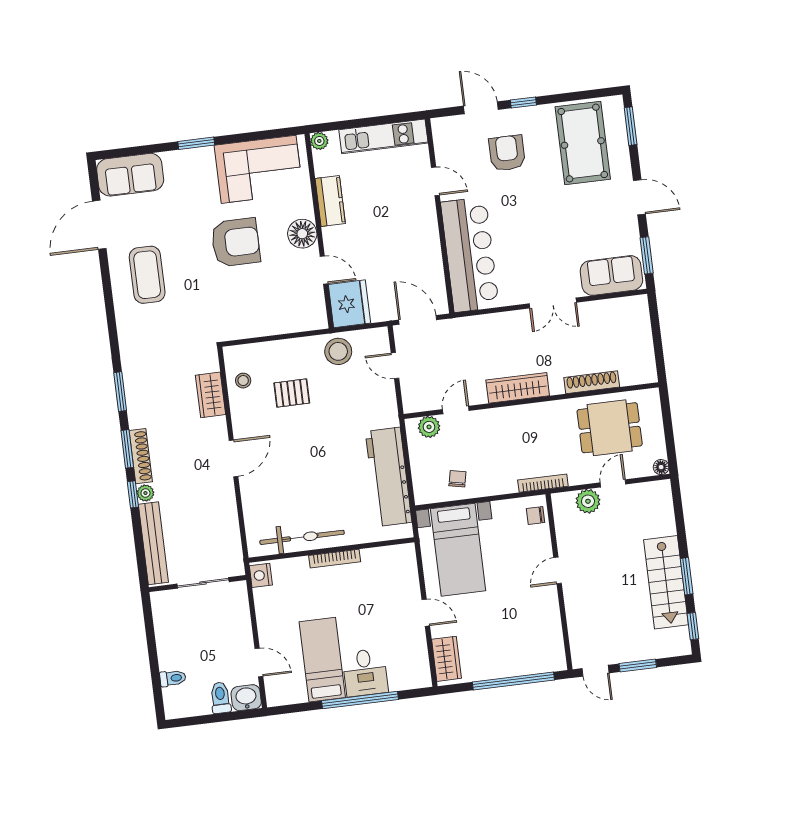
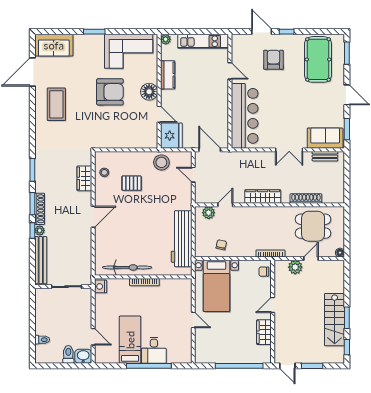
bench: (615, 306) -> (325, 156), added
wardrobe: (446, 659) -> (264, 332), moved, turned 180

